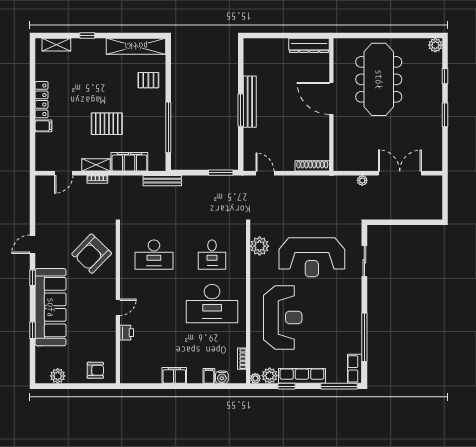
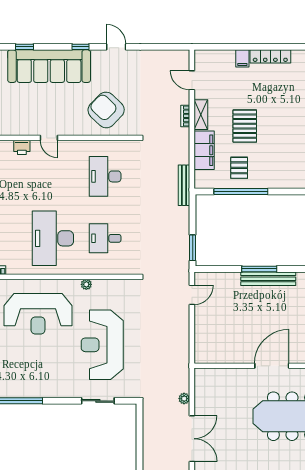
pallet: (148, 80) -> (239, 168), moved
shoe rack: (312, 166) -> (200, 345), removed
plant: (260, 246) -> (86, 284), moved, width x0.53, depth x0.53

